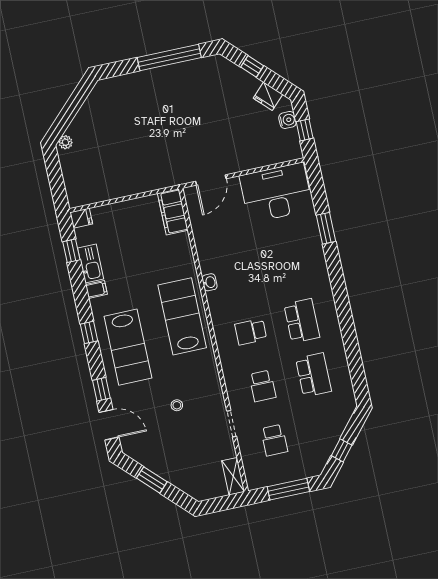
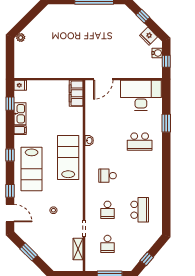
school desk: (302, 321) -> (140, 142), moved, turned 90
shelving: (233, 476) -> (78, 249), moved

